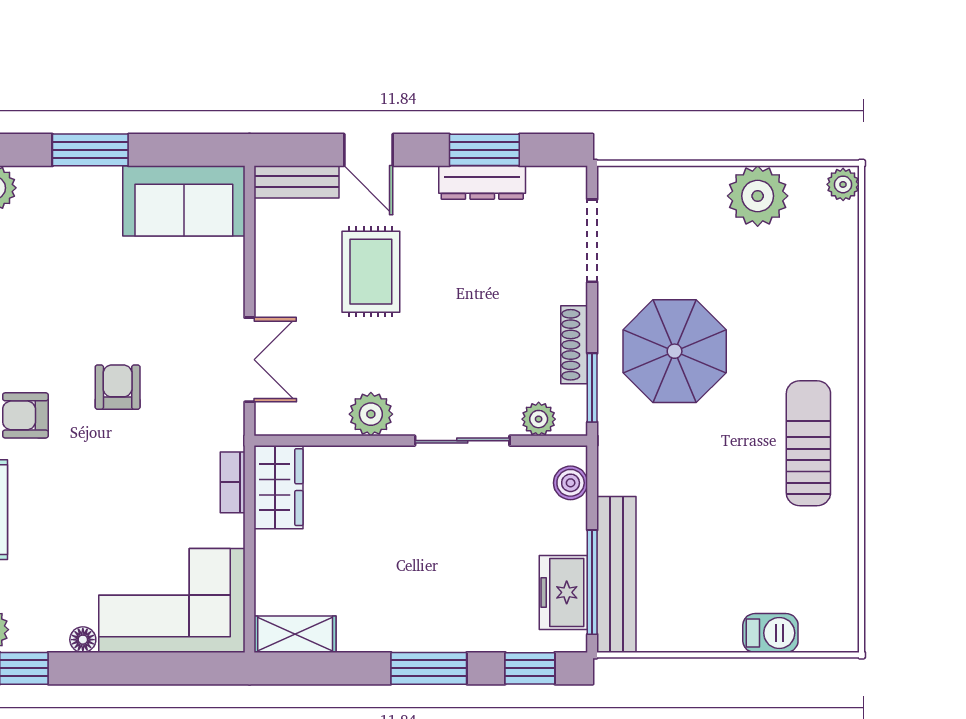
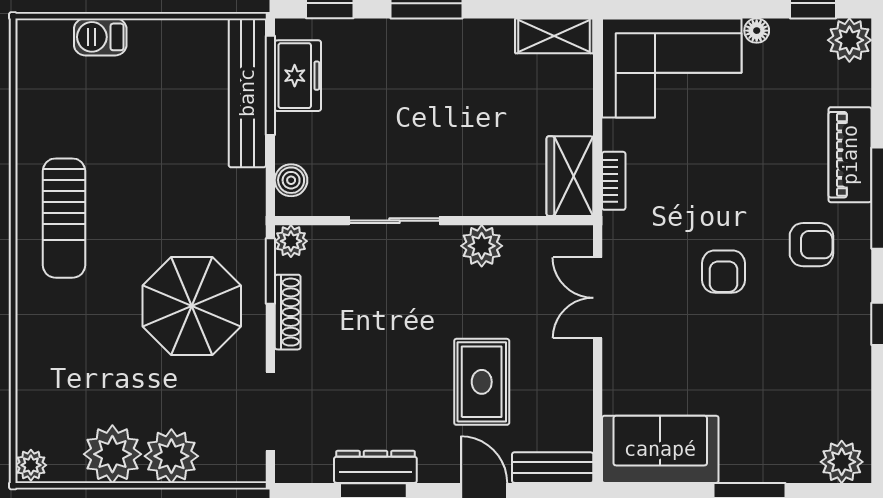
plant: (696, 194) -> (171, 456), added
plant: (539, 419) -> (291, 241), moved

